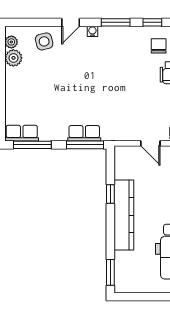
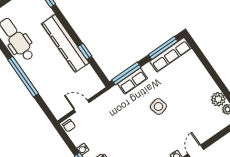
side table: (44, 41) -> (158, 107), moved
row of seats: (22, 133) -> (171, 55), width x1.48

